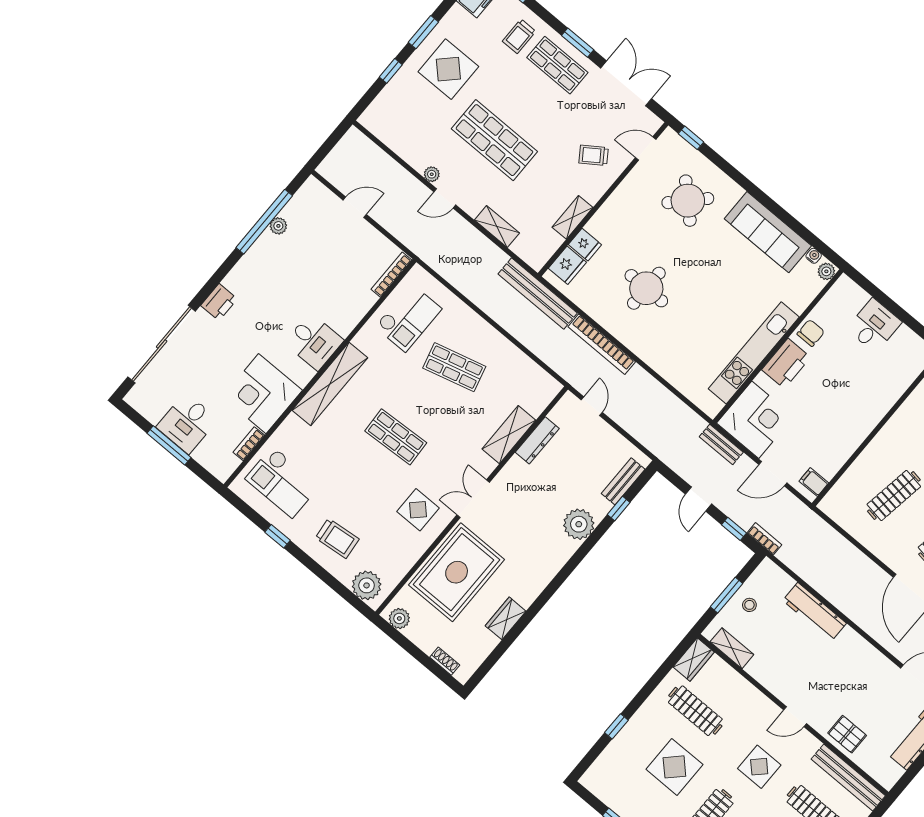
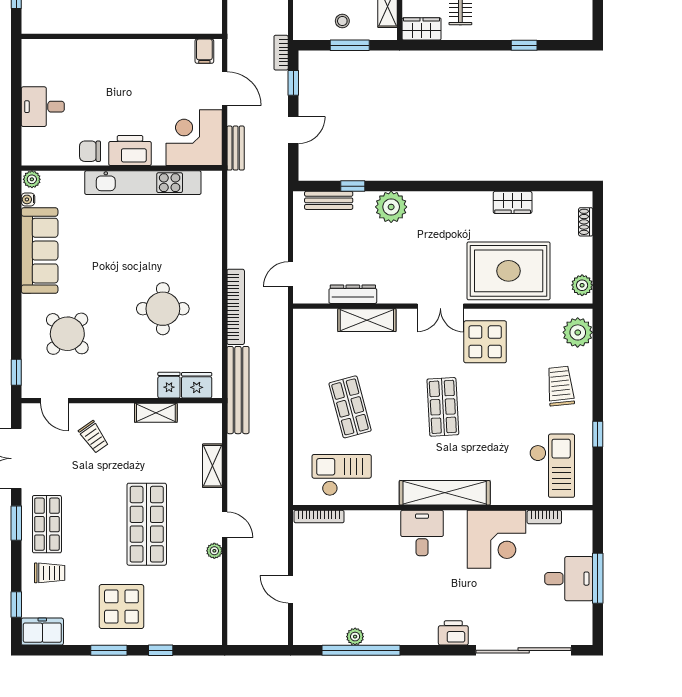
display table: (418, 510) -> (485, 342), width x1.36, depth x1.36

